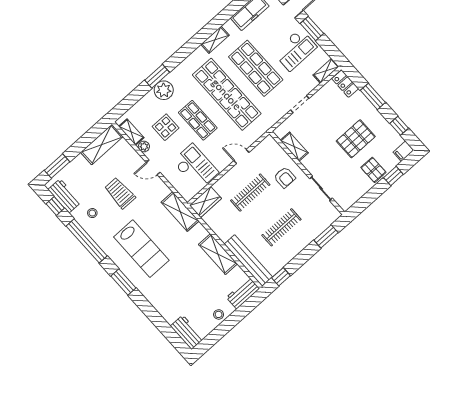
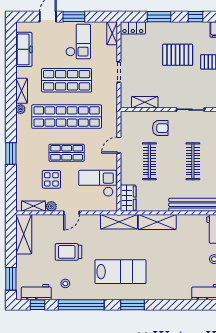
plant: (164, 90) -> (21, 109), moved, width x0.53, depth x0.53
pallet: (356, 139) -> (178, 55), turned 90
shelving: (218, 254) -> (157, 222), moved

